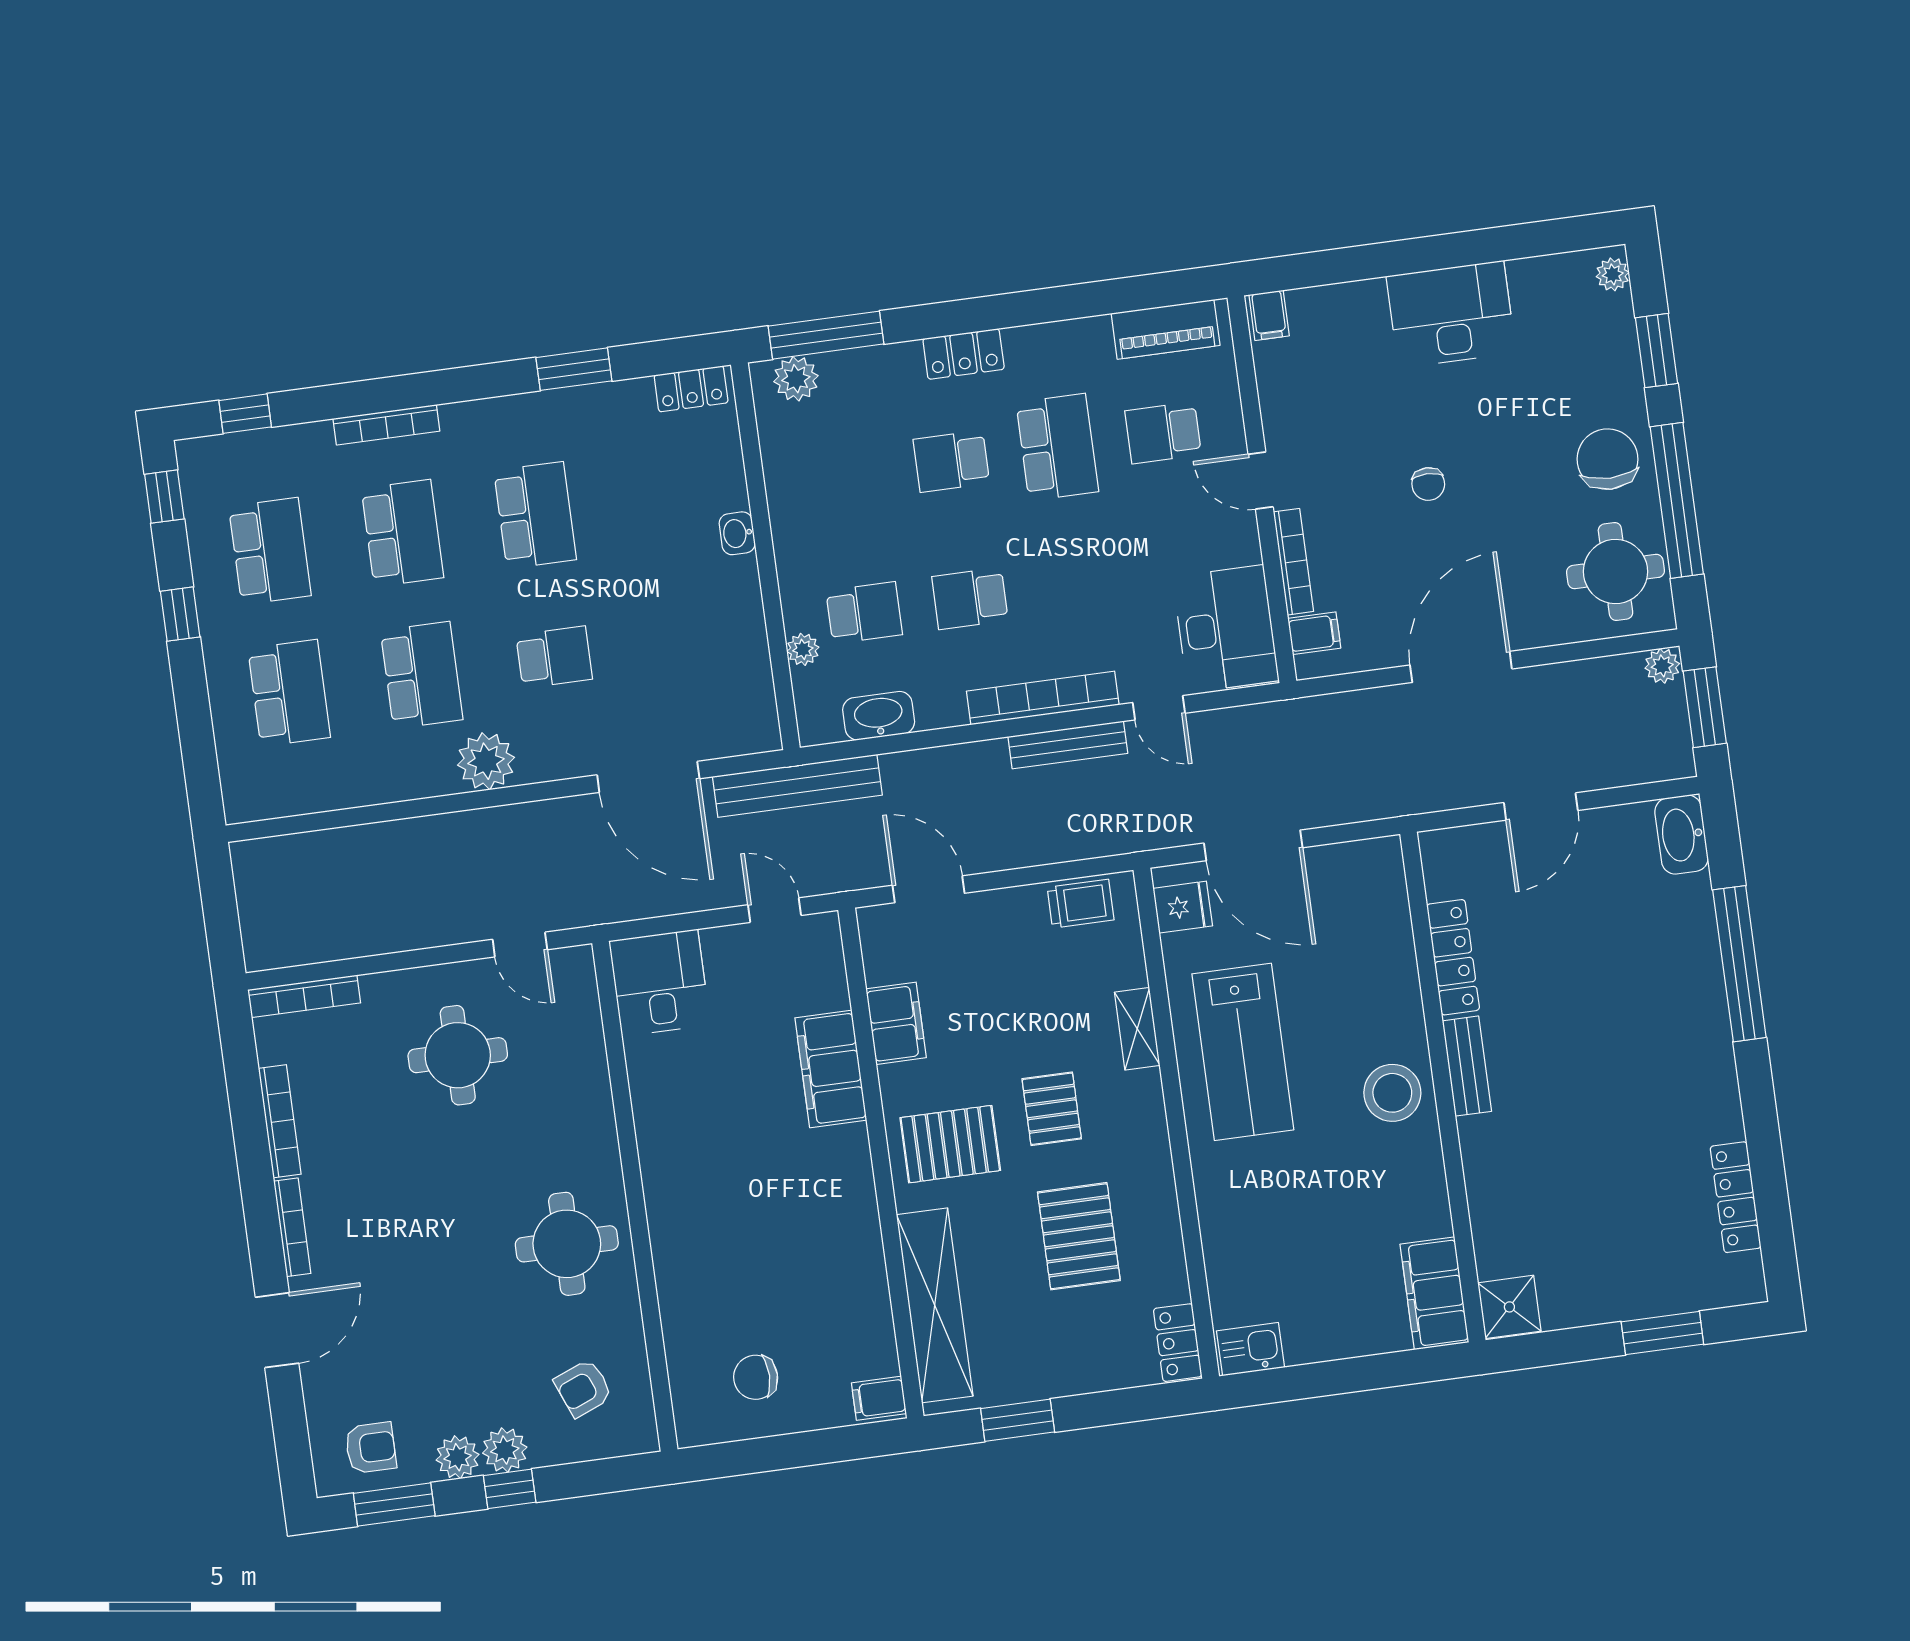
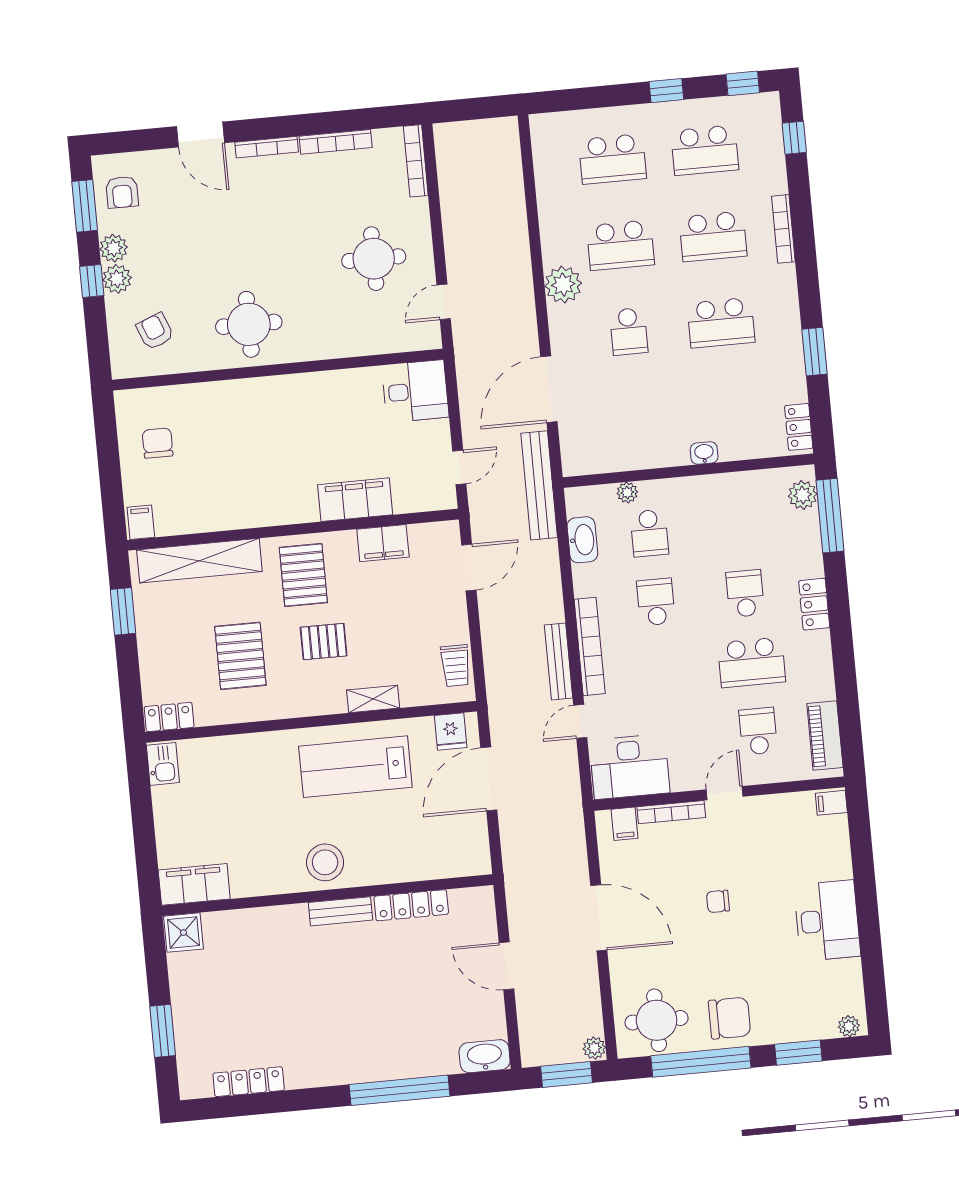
pallet: (1079, 1236) -> (240, 656), turned 90

